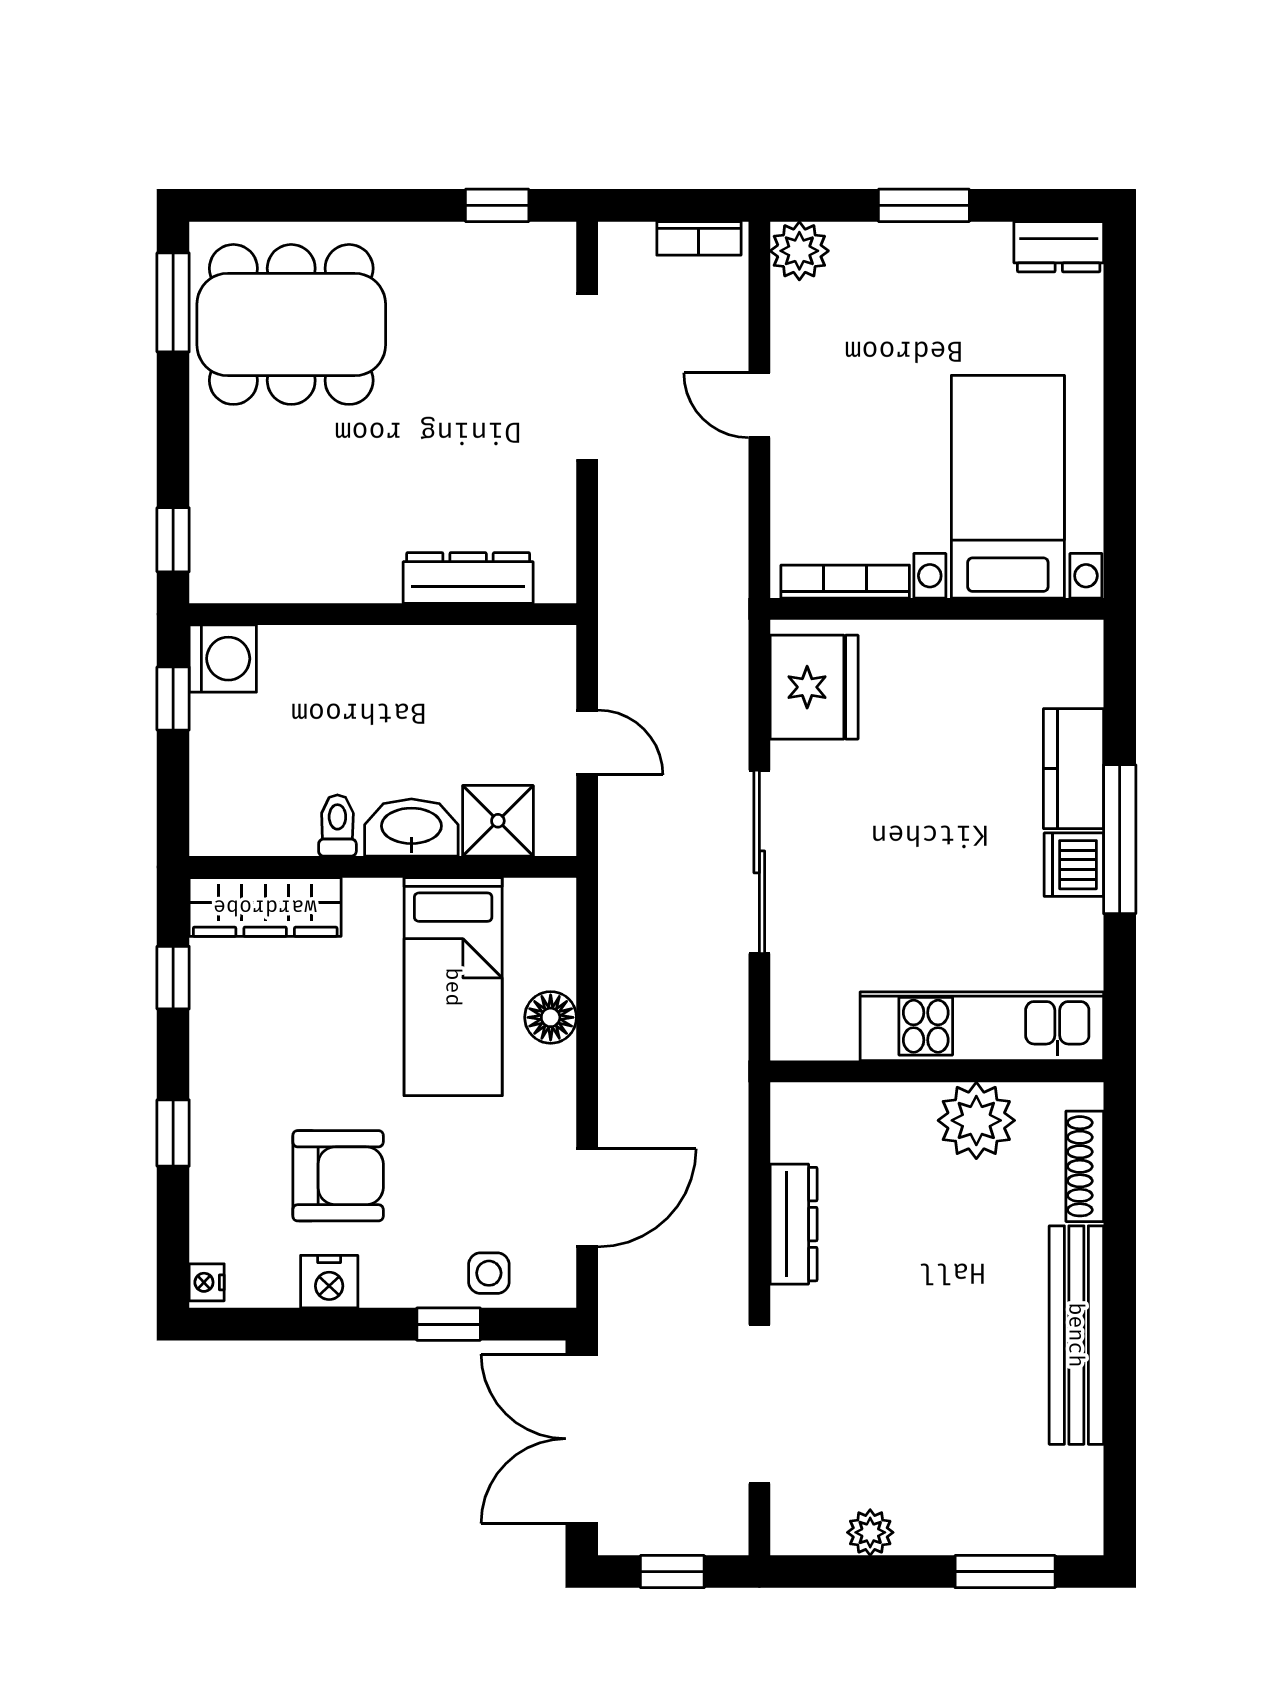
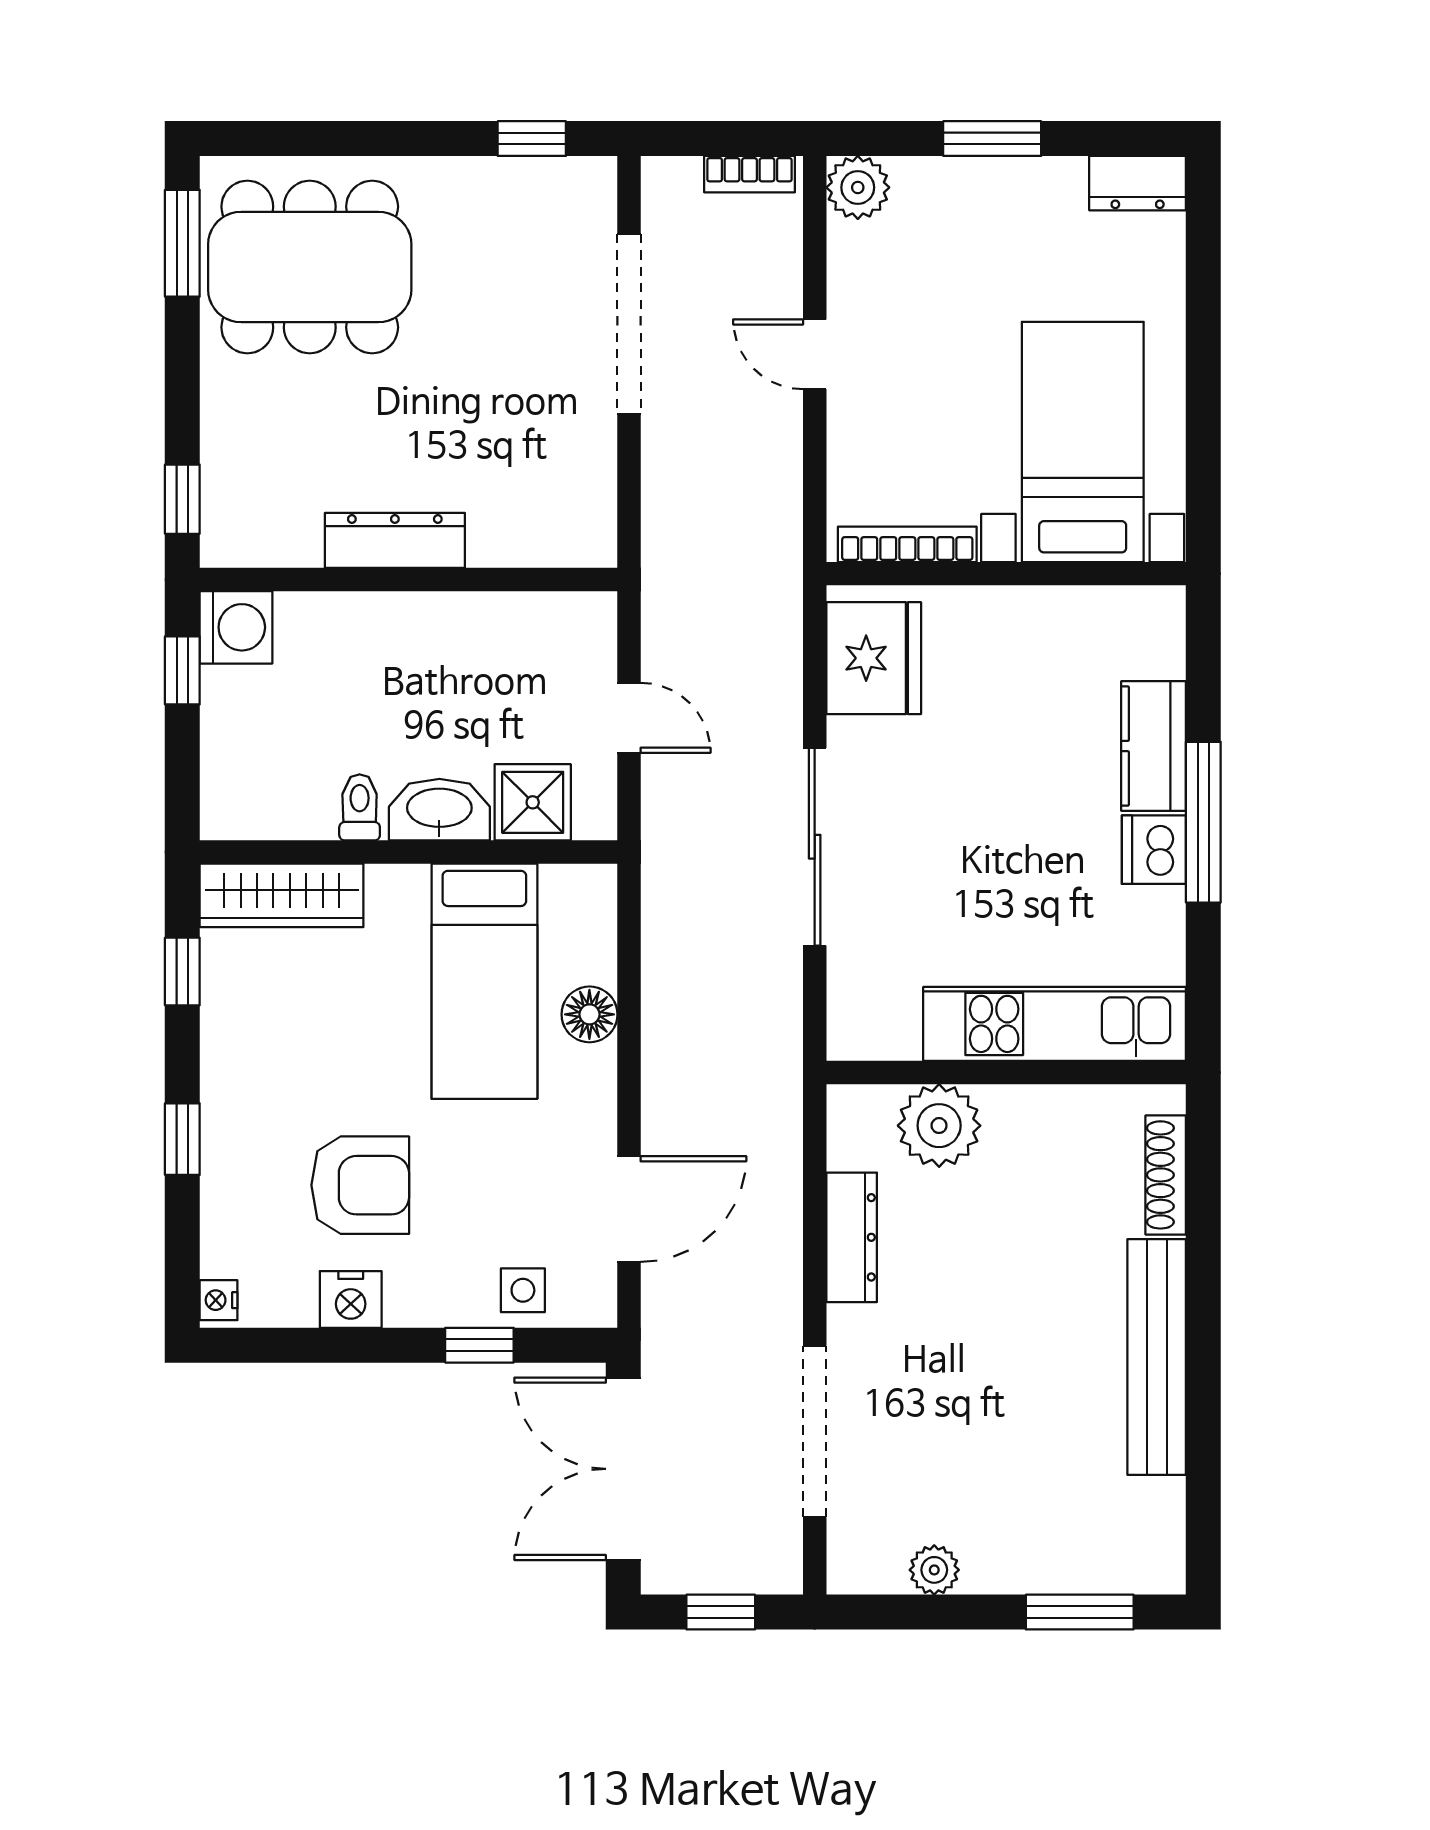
dresser: (468, 578) -> (395, 540), moved
plant: (976, 1120) -> (939, 1126), moved

